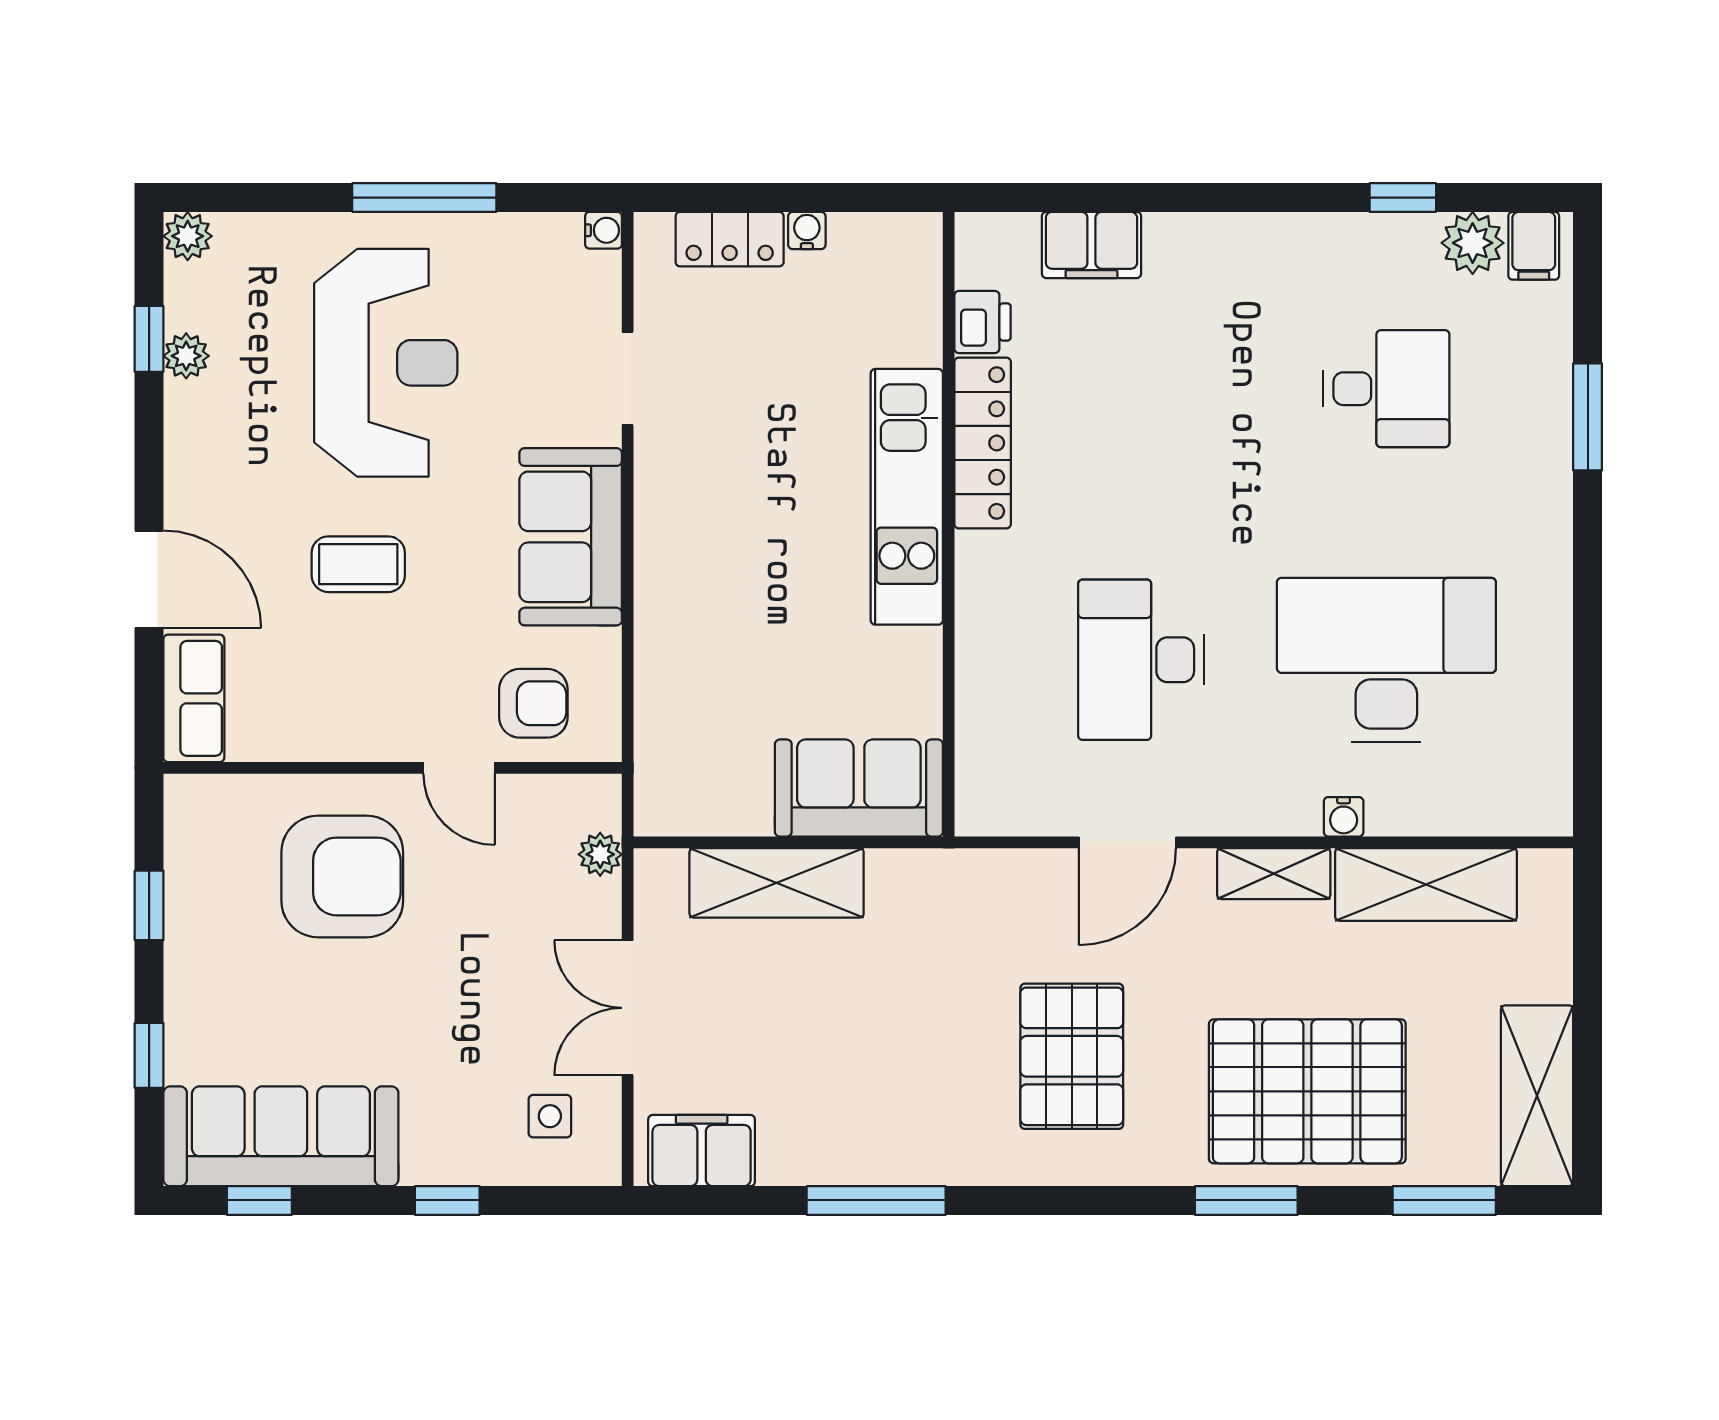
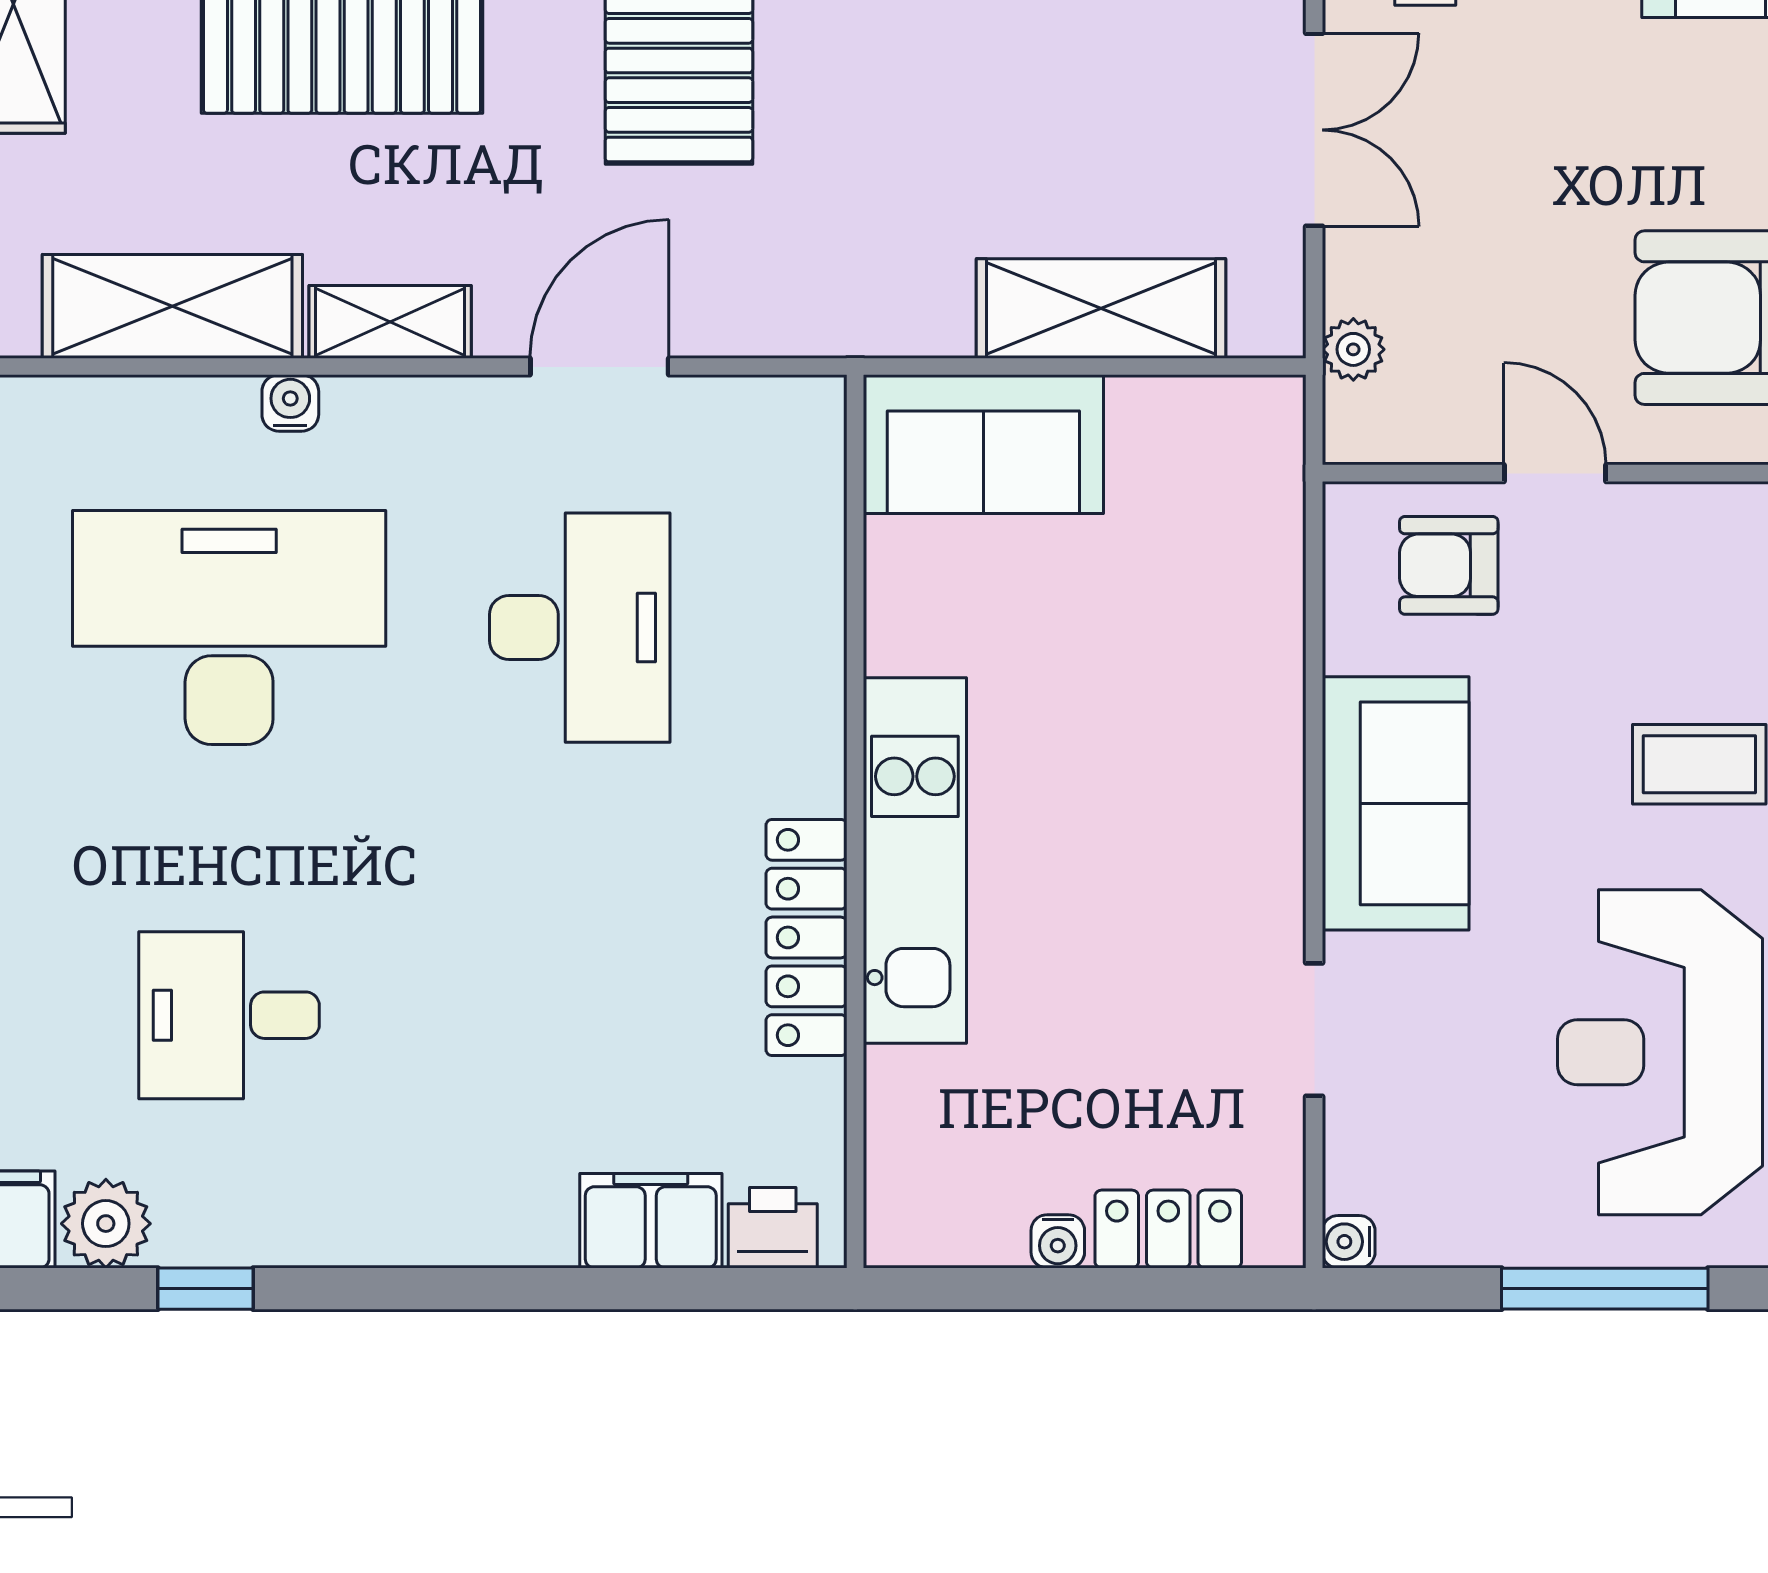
printer: (982, 322) -> (773, 1228), moved, turned 90
desk: (1386, 660) -> (229, 628), turned 180

